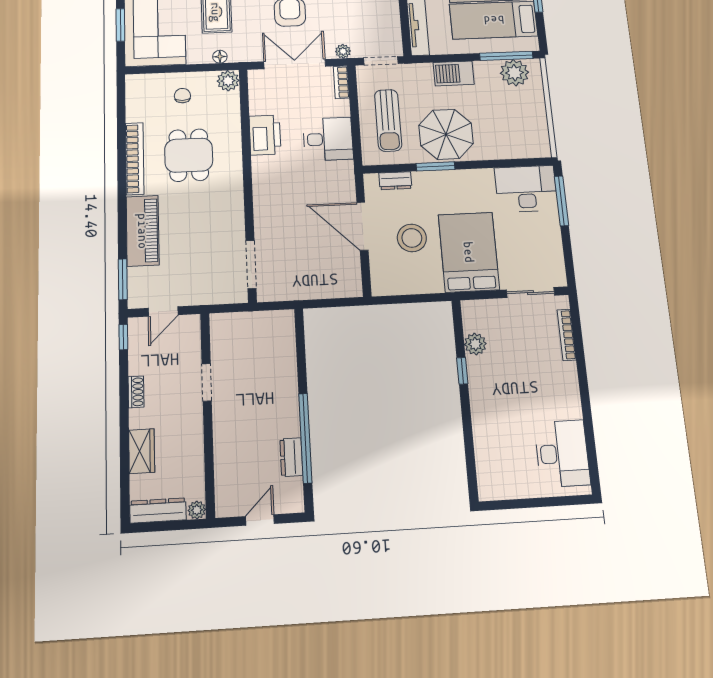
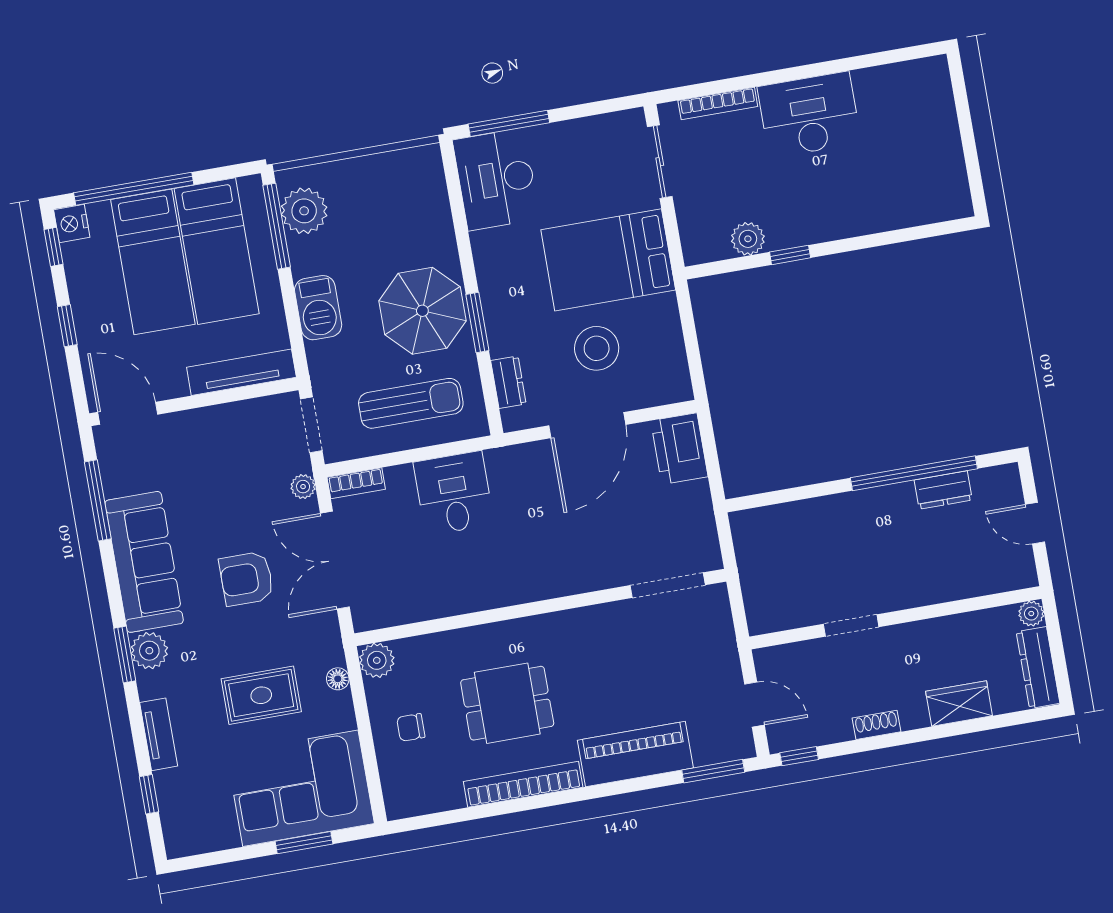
printer: (265, 135) -> (679, 449), moved, turned -90
desk: (562, 454) -> (809, 115), moved

